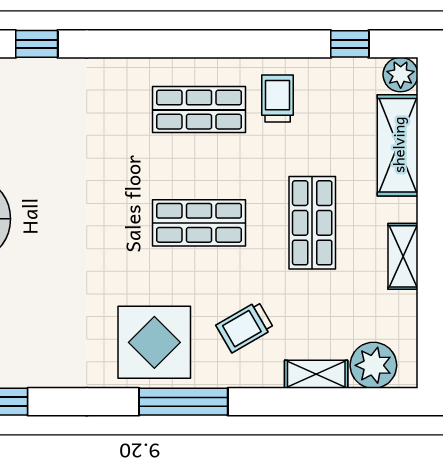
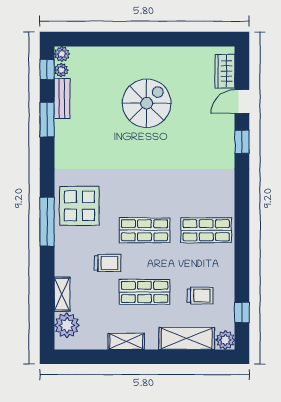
trolley: (278, 98) -> (200, 296), moved
shop shelf: (199, 110) -> (206, 230), turned 90
shop shelf: (199, 223) -> (144, 230), turned 90
trolley: (245, 327) -> (108, 263), moved, turned 120

